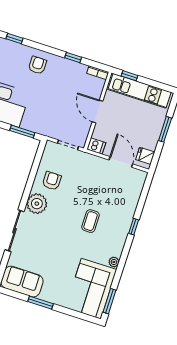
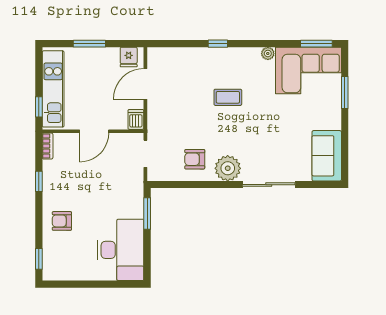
window: (40, 303) -> (345, 93), moved

